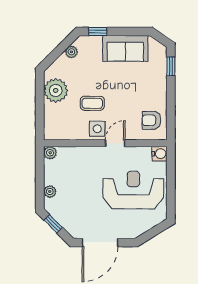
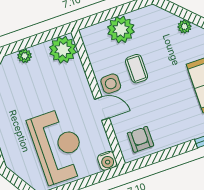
plant: (56, 90) -> (121, 29), moved
plant: (50, 153) -> (63, 50), width x1.87, depth x1.87

